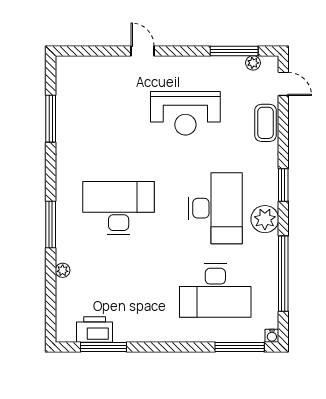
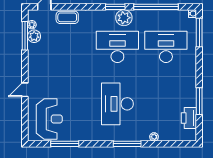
plant: (233, 67) -> (34, 36), added
reception desk: (185, 113) -> (49, 119), moved
window: (283, 185) -> (115, 7), moved
desk: (215, 291) -> (166, 47), turned -90
window: (104, 347) -> (199, 101), moved

